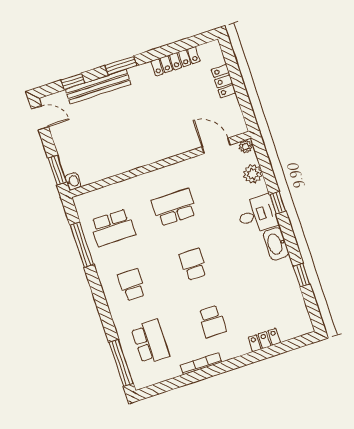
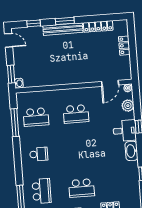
bench: (98, 87) -> (63, 29), moved
door: (216, 146) -> (110, 83), swing flipped
school desk: (174, 207) -> (76, 114), turned 180
school desk: (193, 264) -> (79, 151), removed
school desk: (132, 285) -> (39, 154), turned 90
school desk: (212, 321) -> (82, 188), width x1.85

